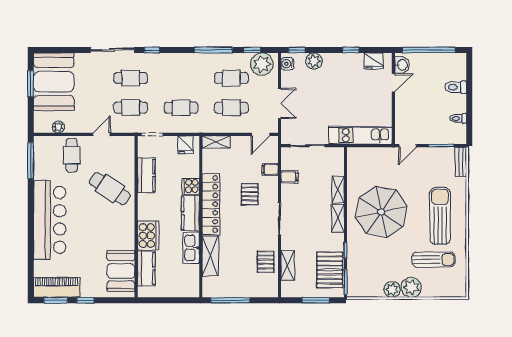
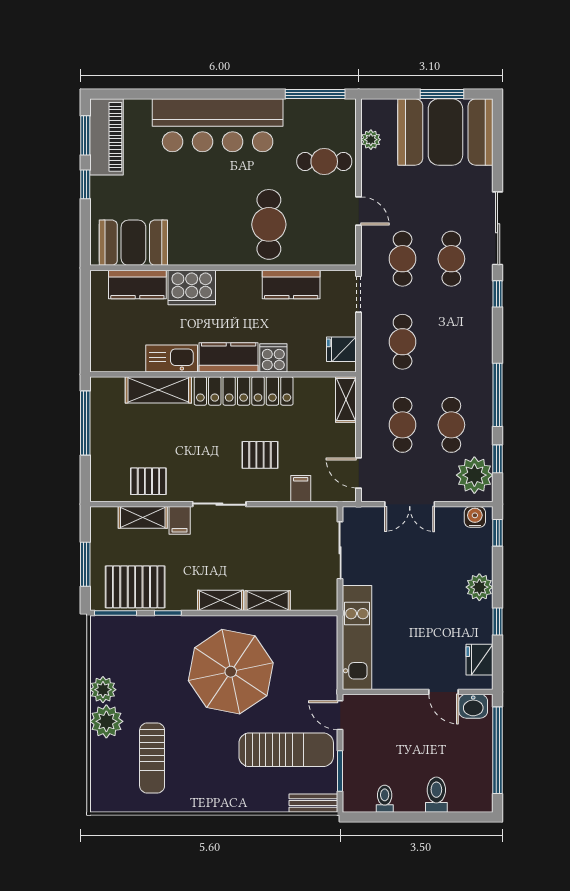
plant: (314, 61) -> (479, 587), moved
filing cabinet: (289, 177) -> (180, 520), moved
cafe table: (110, 189) -> (269, 224), turned -33
sun lounger: (440, 216) -> (286, 750), moved

